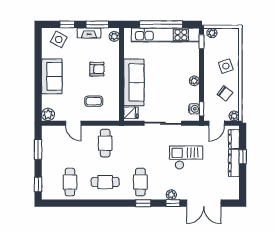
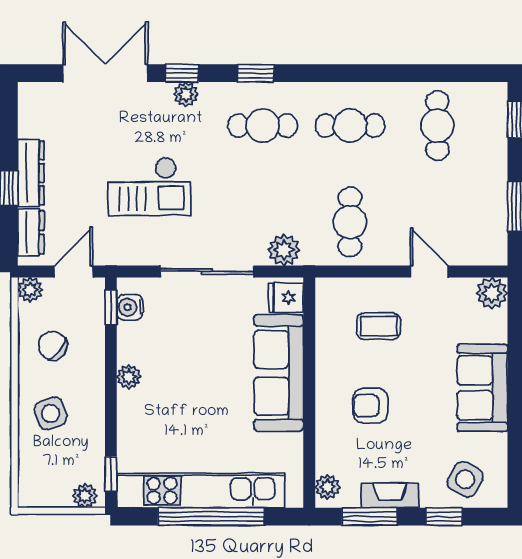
plant: (132, 132) -> (284, 250), added
cafe table: (140, 182) -> (263, 126), turned 90

